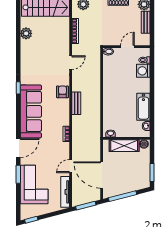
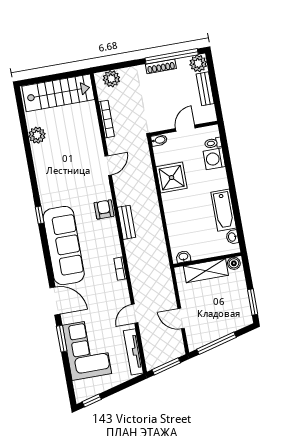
shower: (112, 78) -> (172, 178), added
door: (18, 148) -> (55, 301), hinge flipped
door: (102, 175) -> (181, 319), width x0.53

